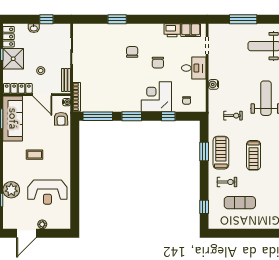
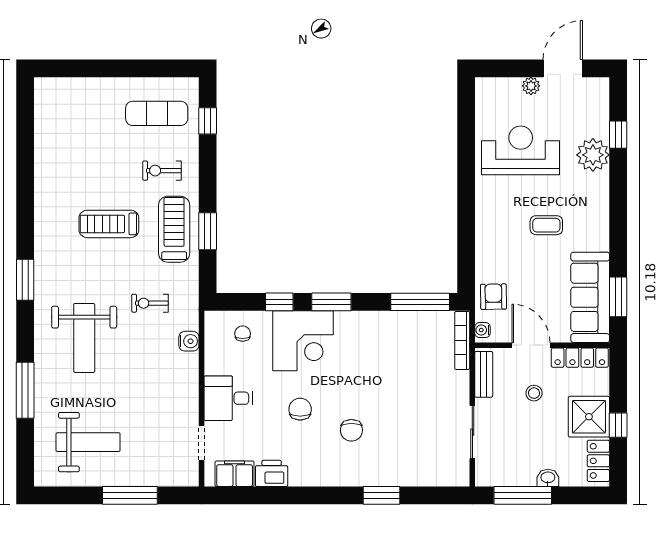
window: (46, 19) -> (523, 495), width x2.17
water cooler: (213, 84) -> (189, 341), moved
window: (132, 116) -> (331, 302), moved
treadmill: (221, 153) -> (174, 229), turned 180
treadmill: (254, 155) -> (109, 224), turned -90
exercise mat: (240, 203) -> (157, 113), moved

